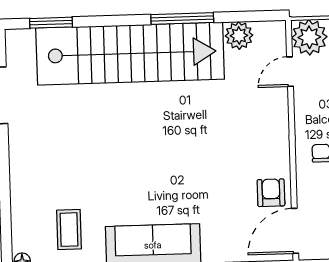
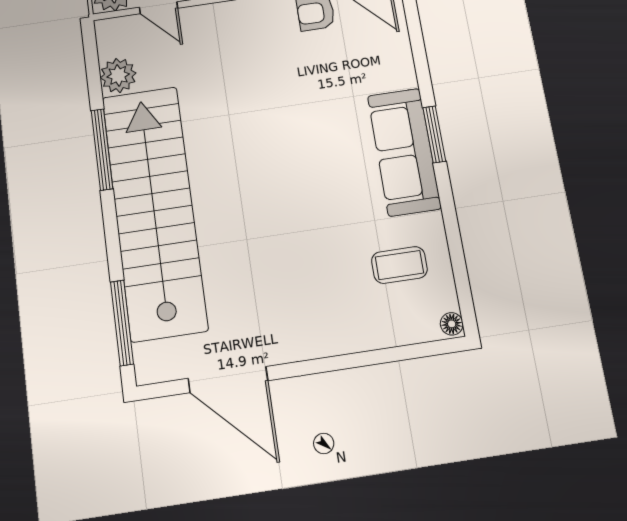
window: (51, 23) -> (122, 323), width x1.44

